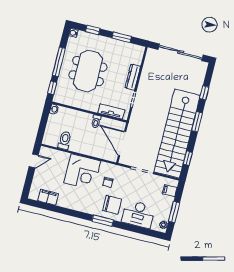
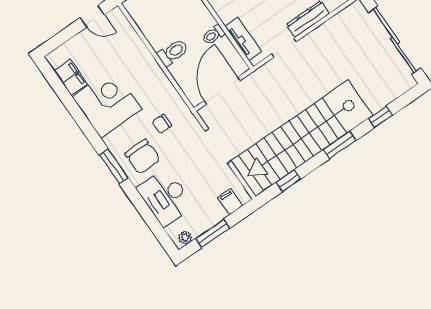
toilet: (65, 140) -> (173, 52), moved
corner desk: (82, 172) -> (107, 103), moved, turned 180

